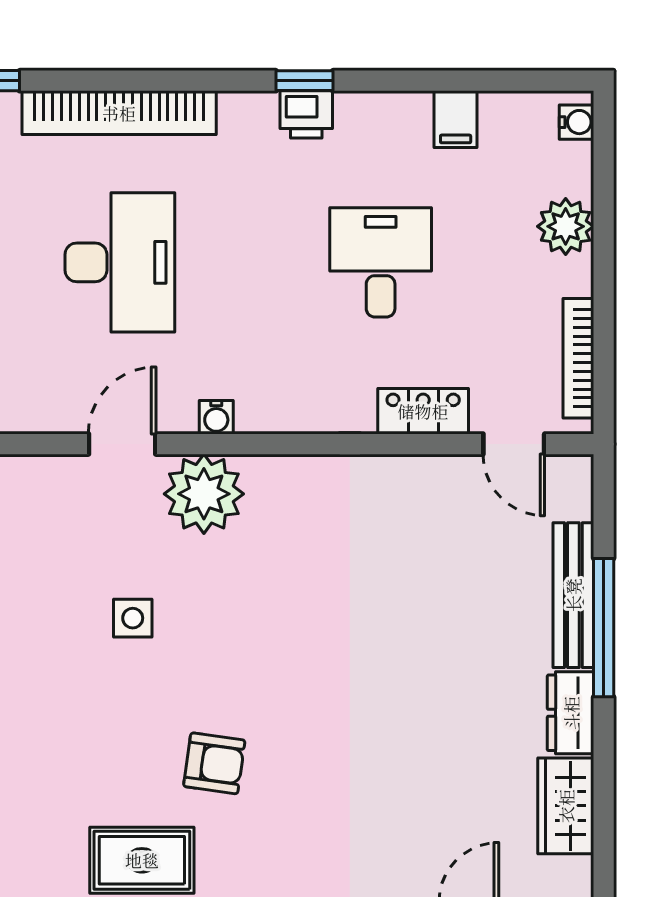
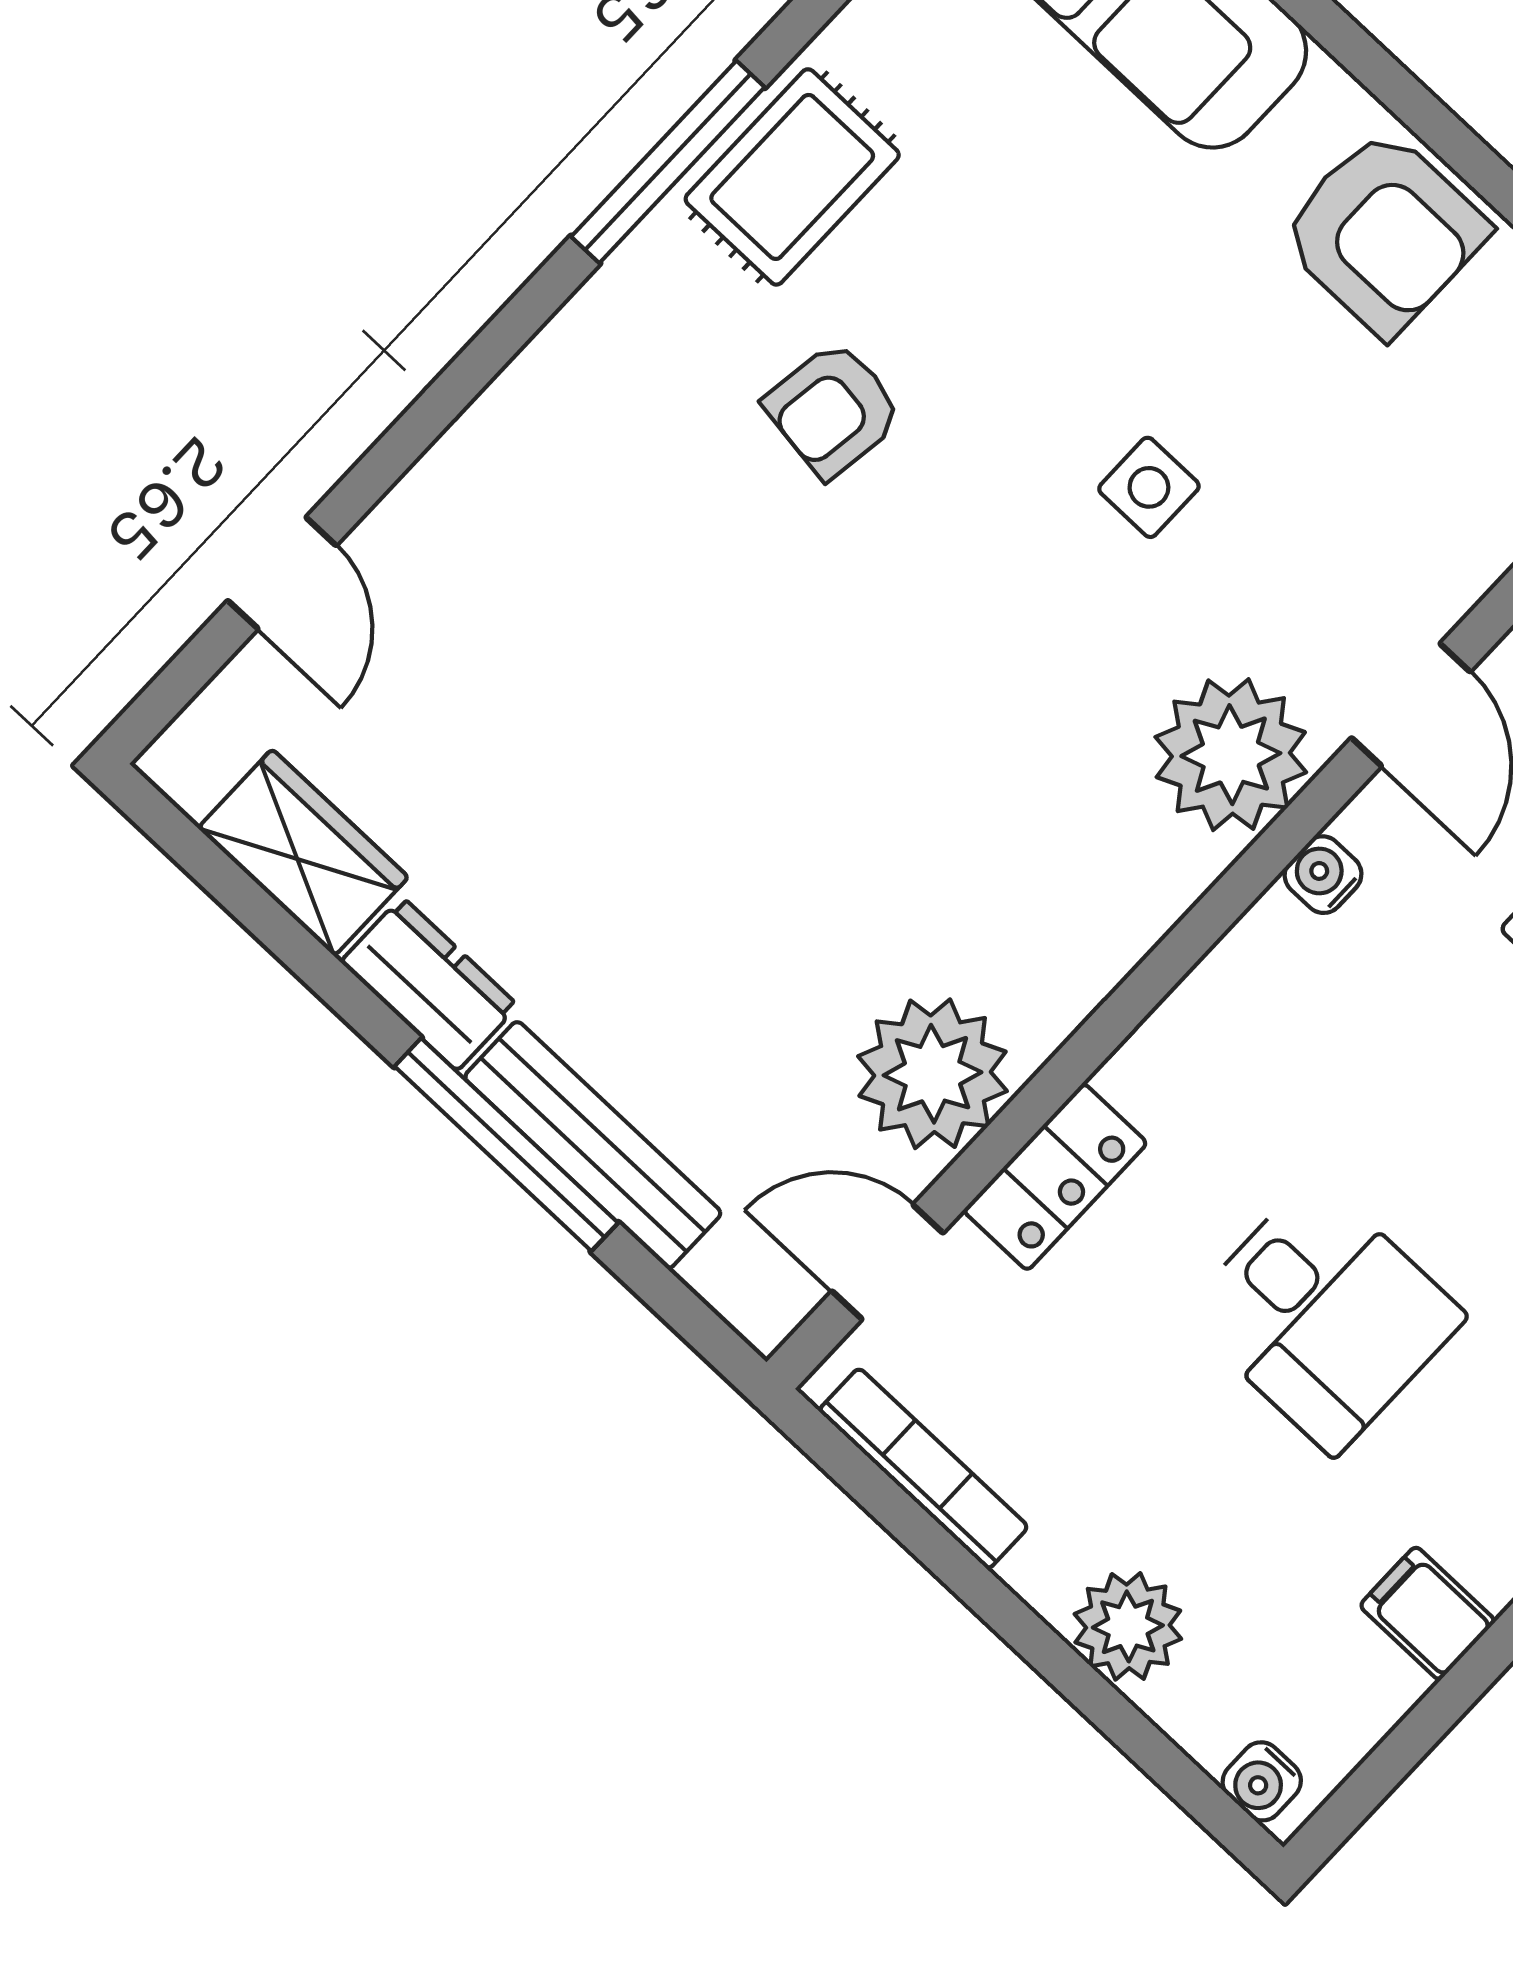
plant: (428, 493) -> (933, 1074), added

